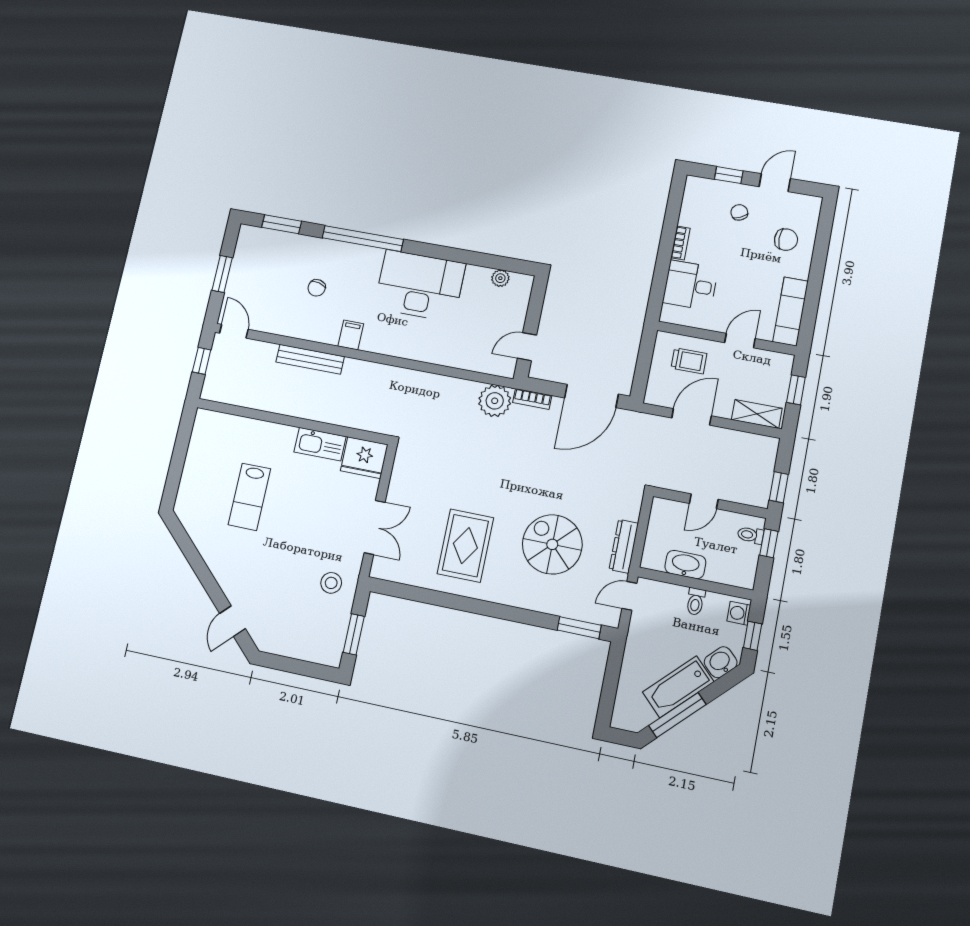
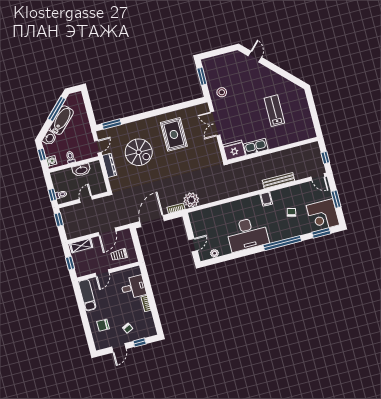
corner desk: (261, 256) -> (323, 215), added
door: (527, 347) -> (193, 245), moved

